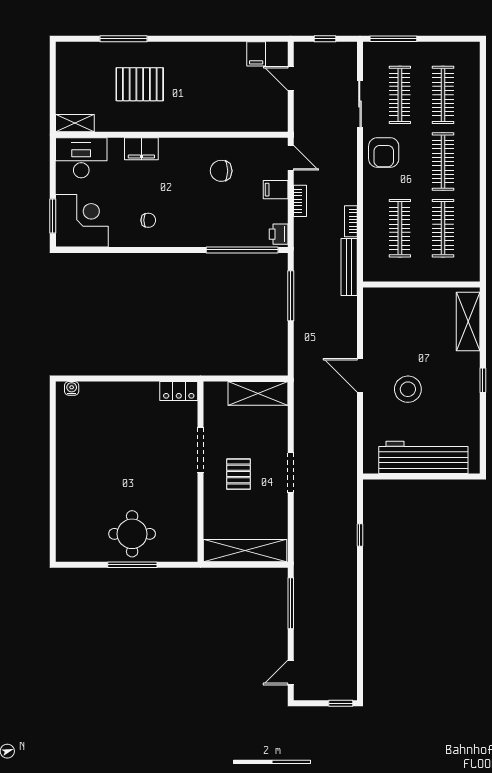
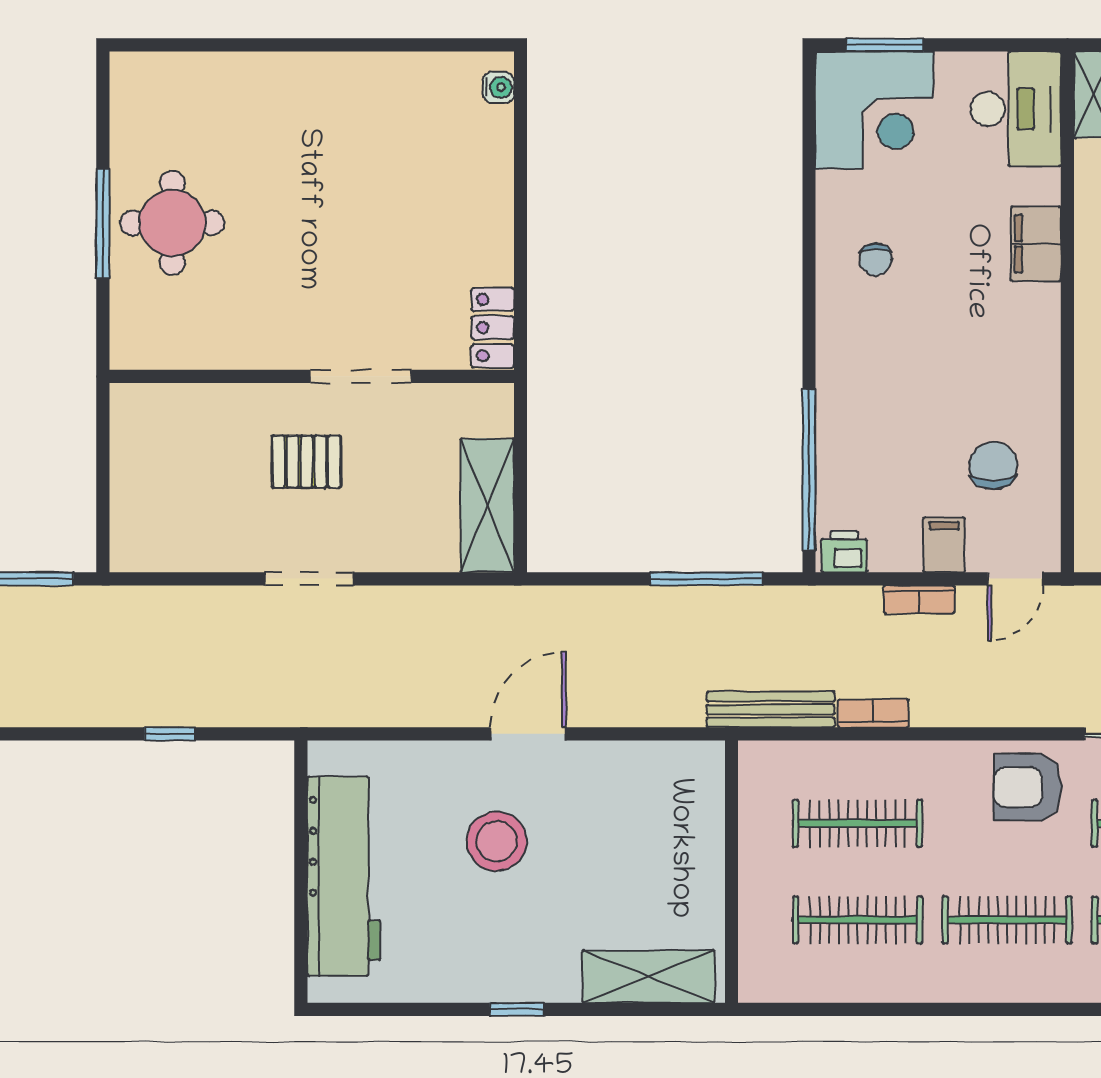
chair: (221, 171) -> (994, 465), moved
shelving: (245, 551) -> (135, 476), removed

